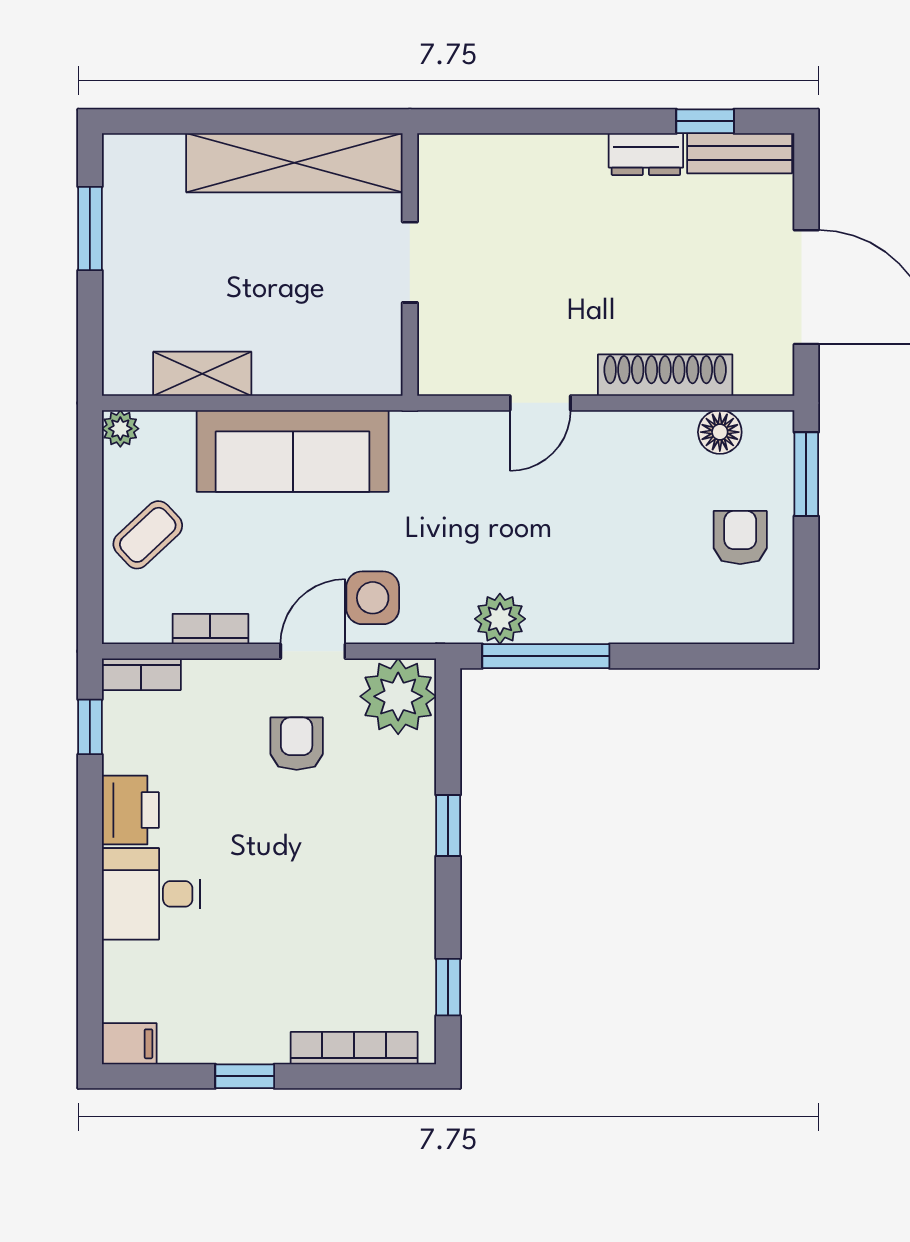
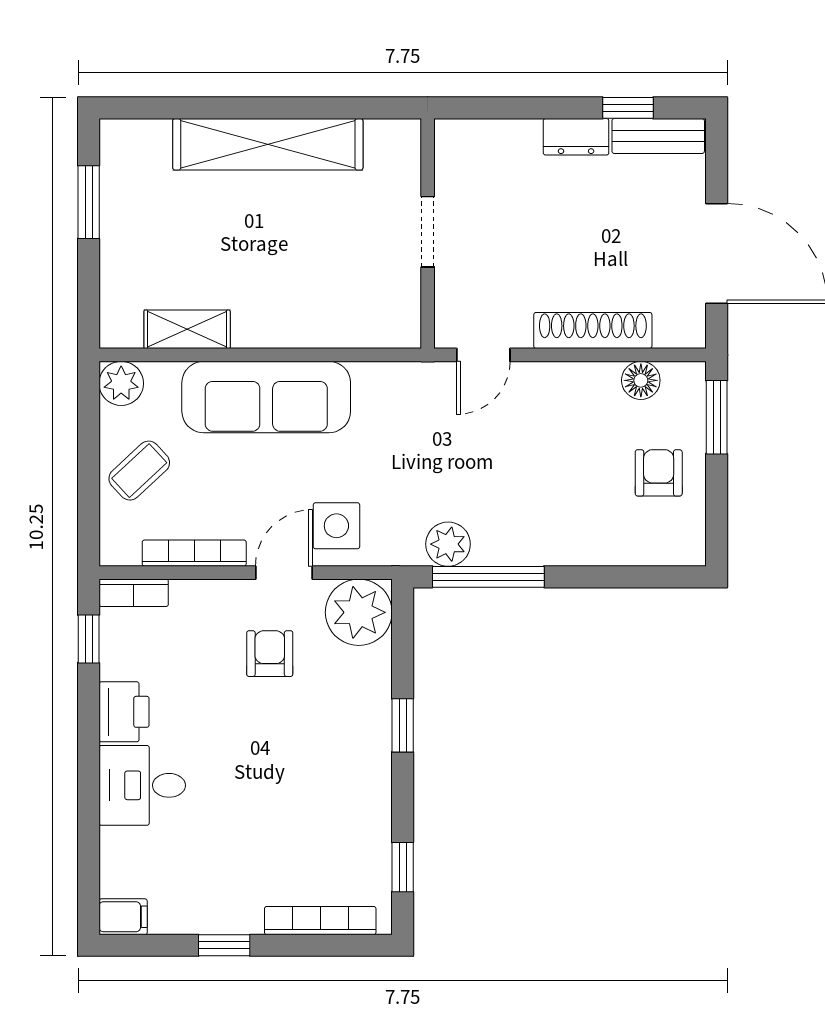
doorway: (410, 262) -> (428, 232), moved
wall: (410, 265) -> (428, 234), moved
plant: (120, 429) -> (121, 383), width x1.38, depth x1.38
bookcase: (210, 629) -> (194, 553), width x1.56

